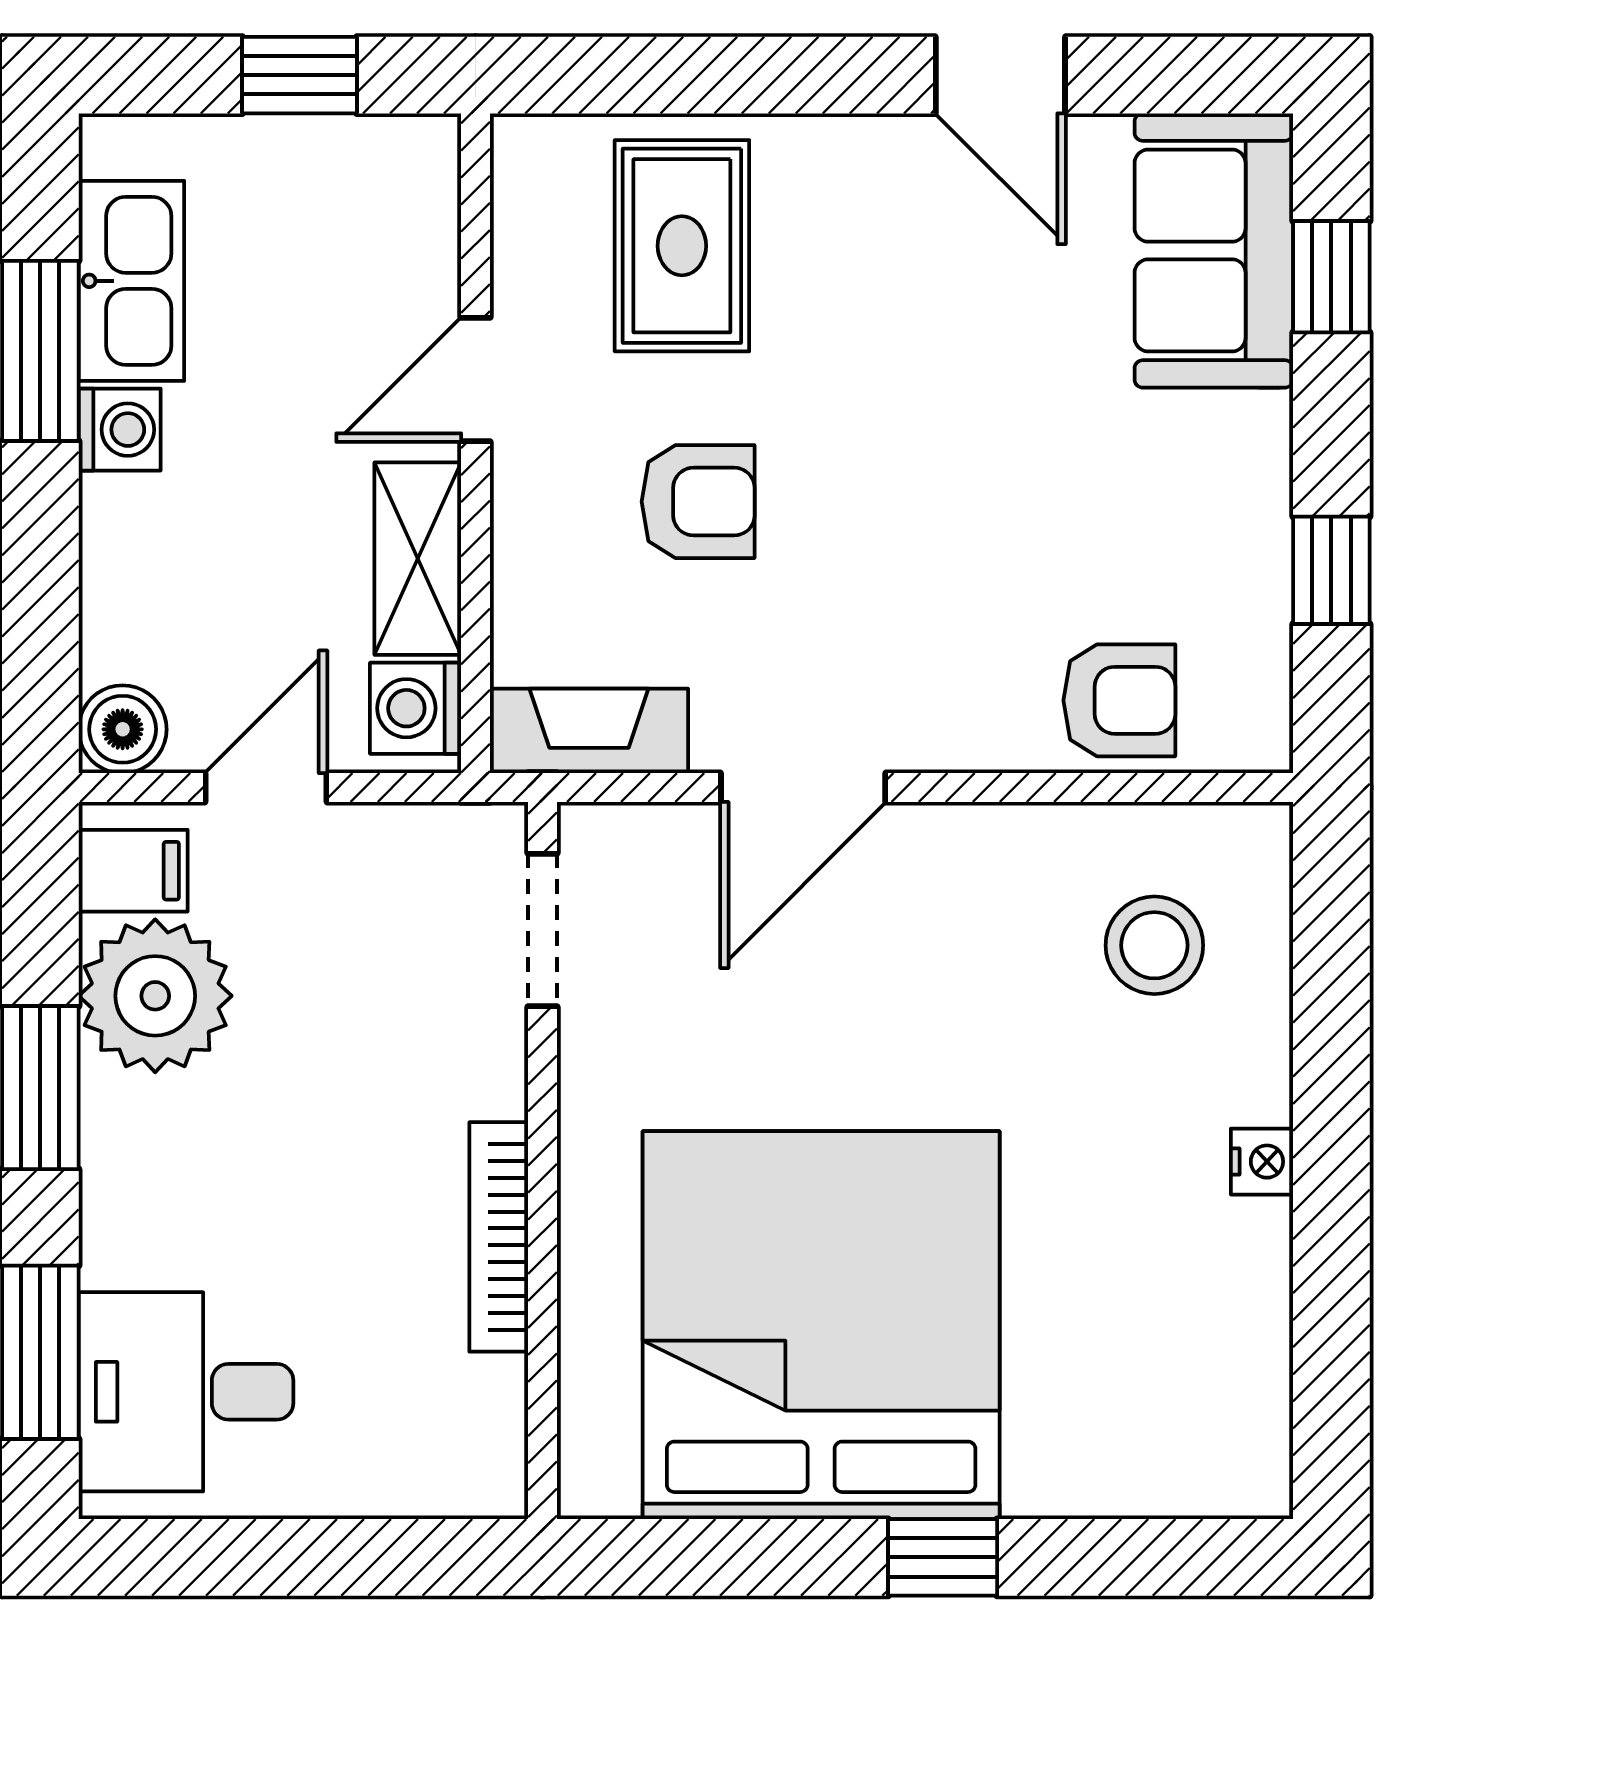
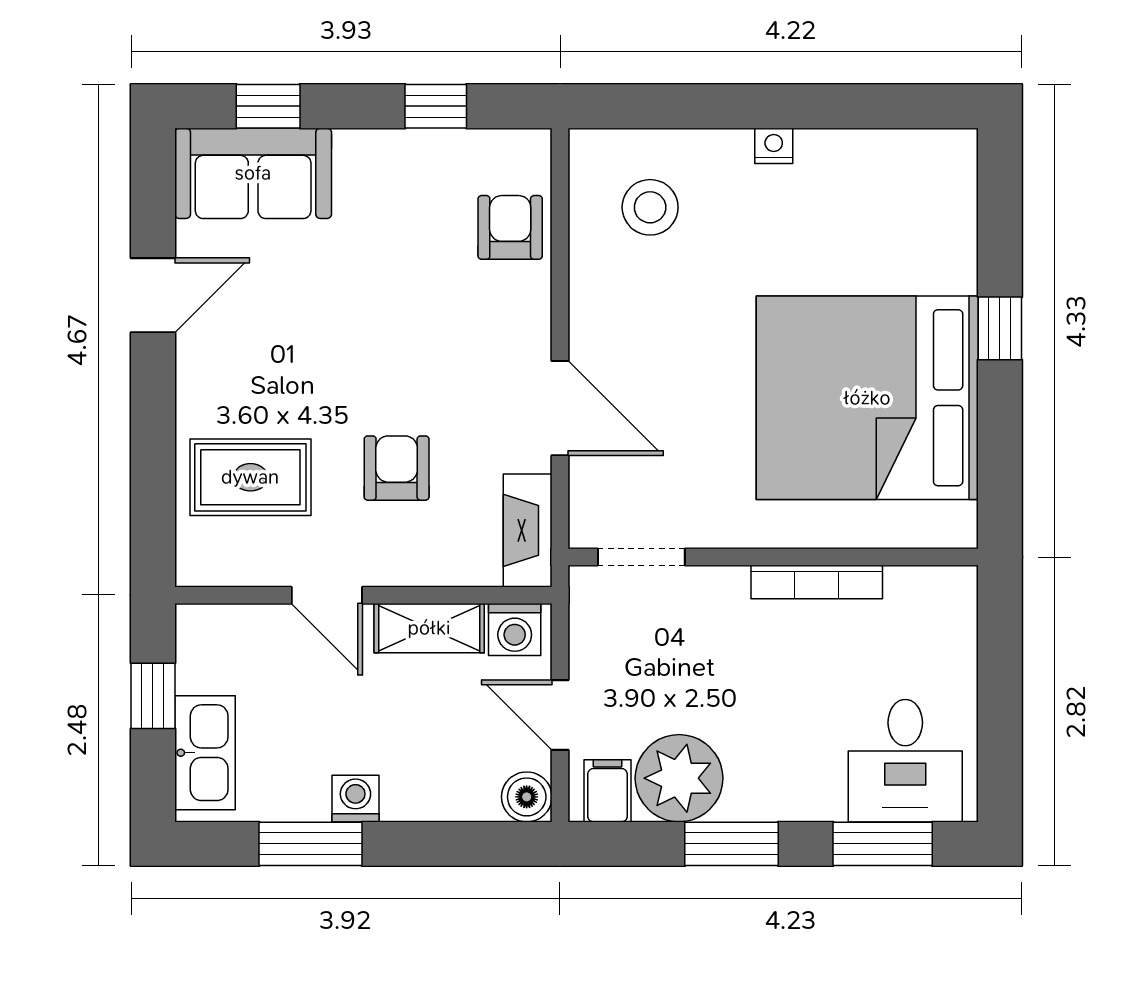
kitchen sink: (131, 281) -> (205, 753), moved, turned 90

